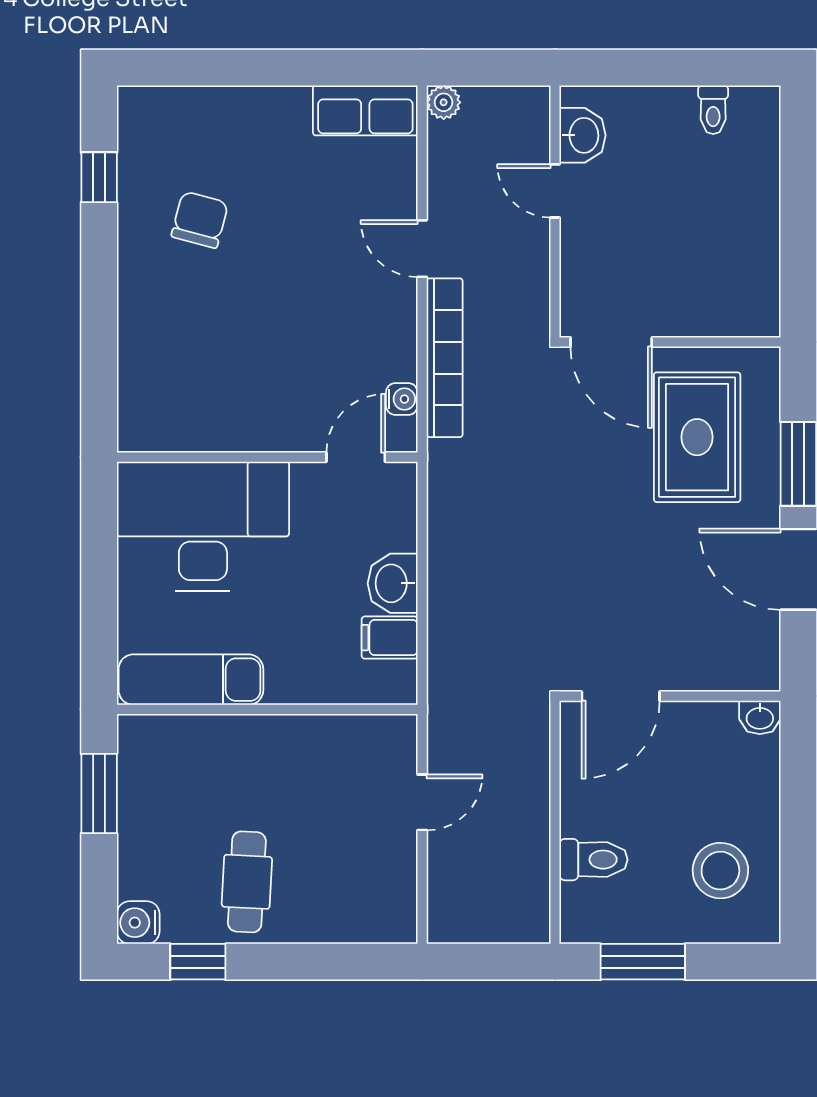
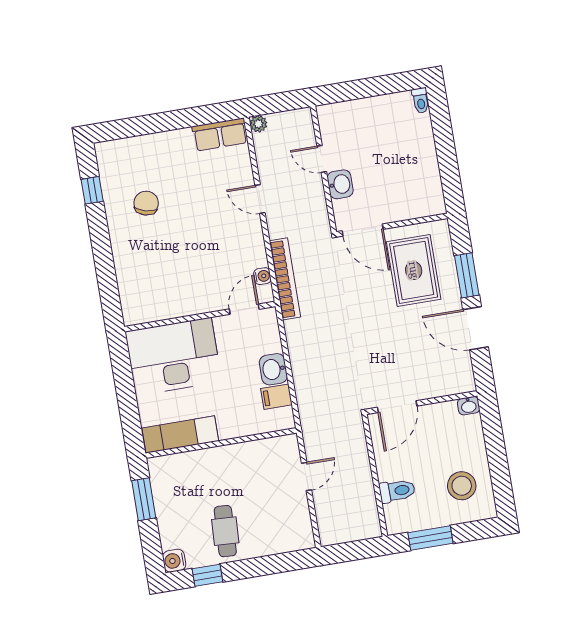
toilet: (713, 110) -> (421, 101), moved
washbasin: (583, 135) -> (340, 184), moved
bookcase: (445, 358) -> (285, 279), moved

